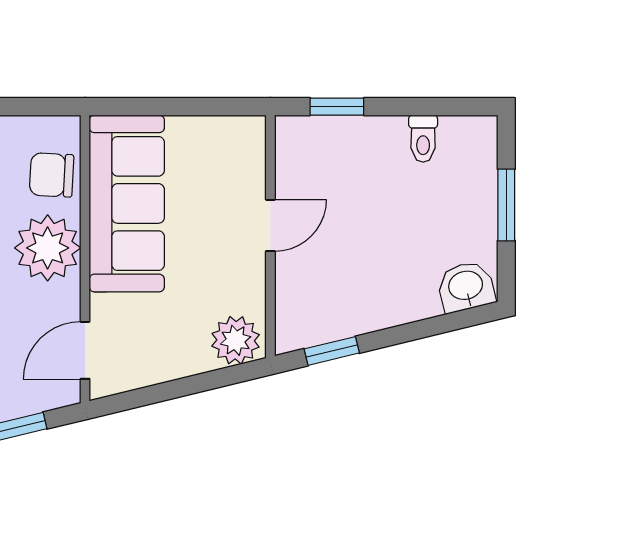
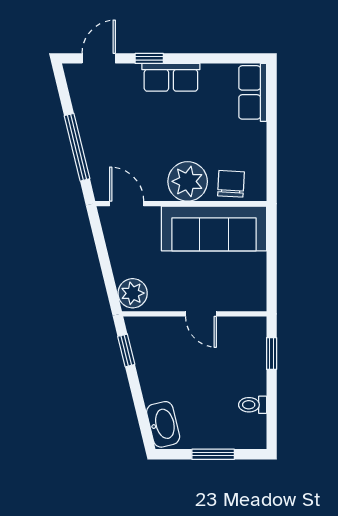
washbasin: (466, 287) -> (163, 424), width x1.38

